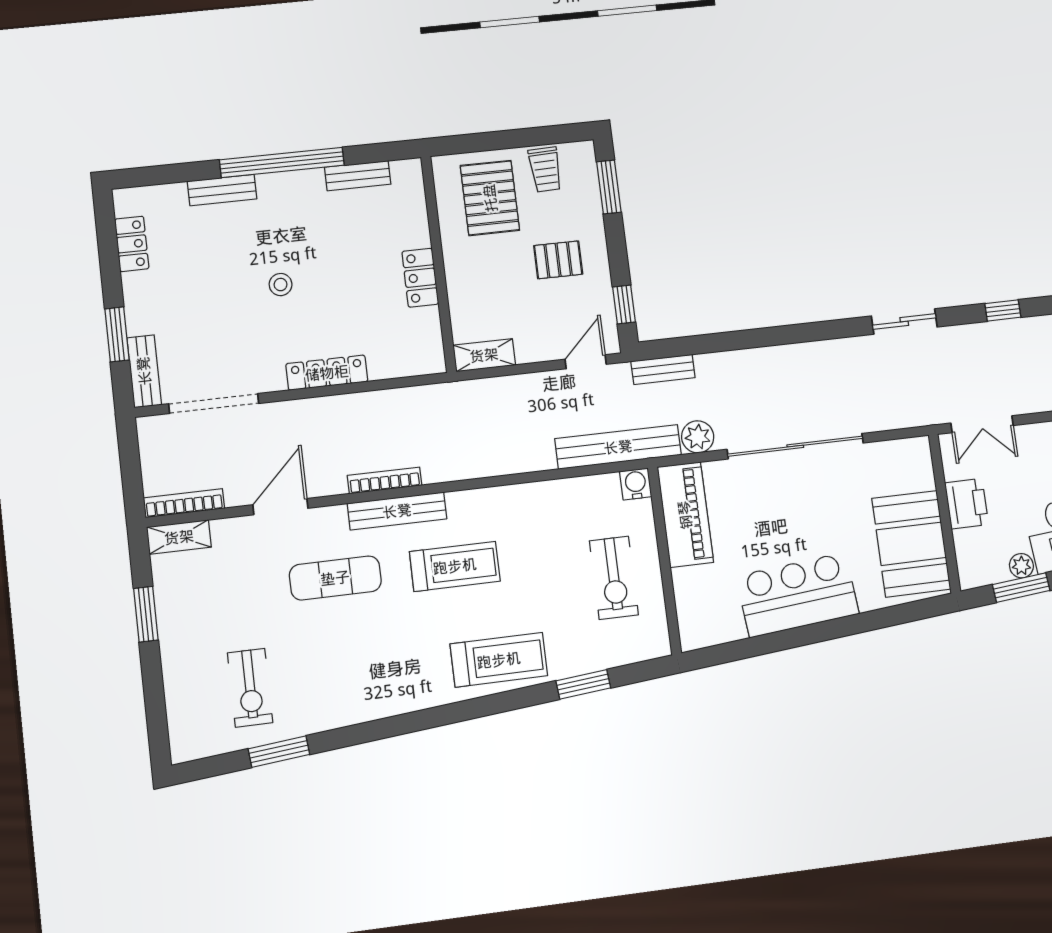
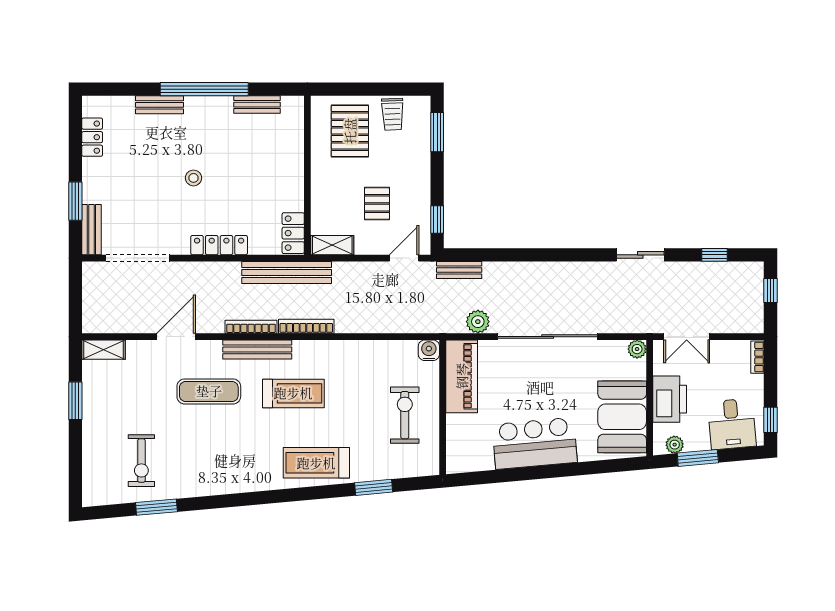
pallet: (558, 260) -> (377, 204), moved, turned 90
locker: (420, 278) -> (293, 233), moved
bench: (618, 447) -> (287, 273), moved
plant: (918, 449) -> (637, 349), added
bookcase: (184, 503) -> (306, 326), moved
printer: (967, 504) -> (670, 399), width x1.37, depth x1.19
plant: (1021, 566) -> (675, 445), moved
exercise bike: (614, 578) -> (405, 415), turned 180
treadmill: (499, 660) -> (316, 463), turned 180

